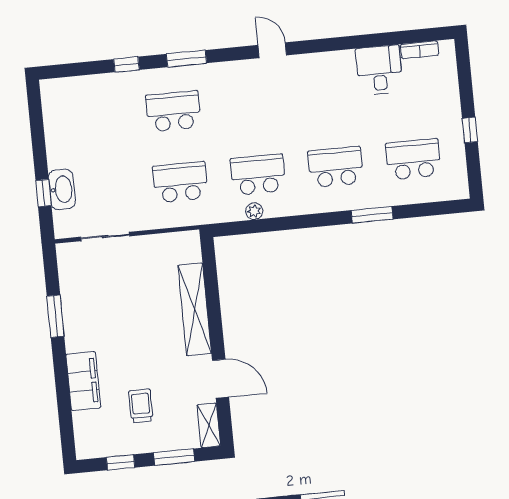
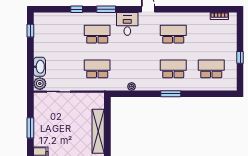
desk: (379, 70) -> (127, 24), moved
school desk: (258, 175) -> (173, 34), moved
window: (43, 193) -> (30, 31), moved
window: (372, 215) -> (171, 94), moved
plant: (66, 224) -> (40, 84), added

